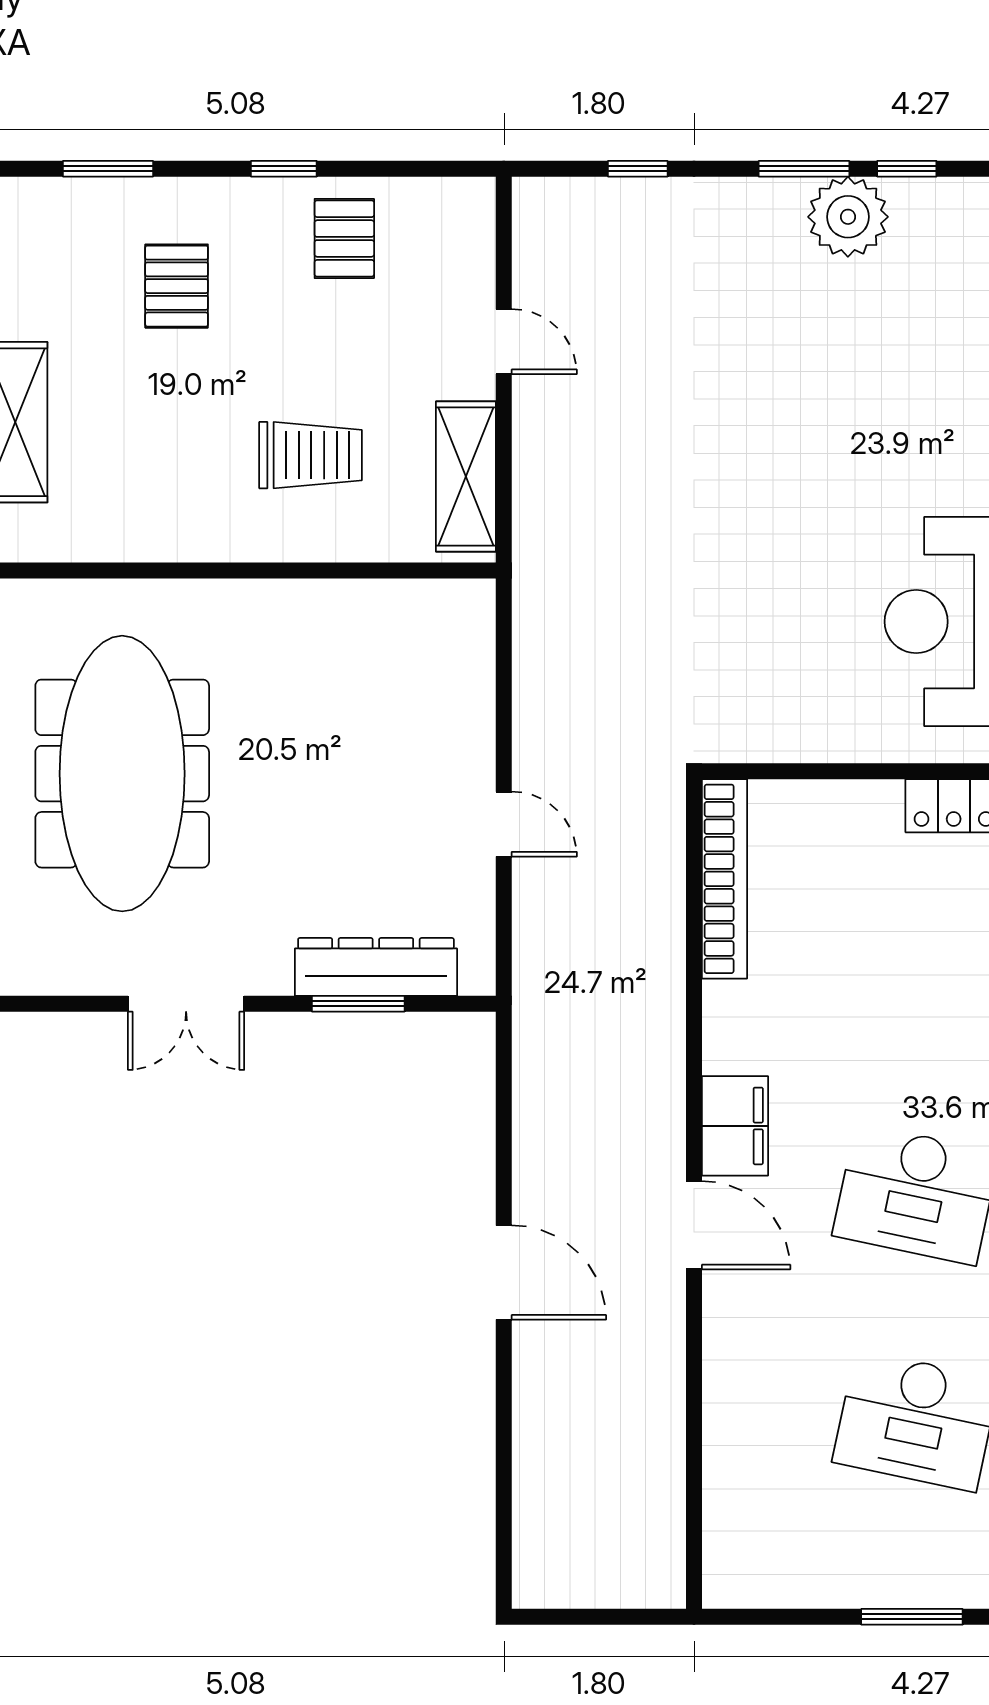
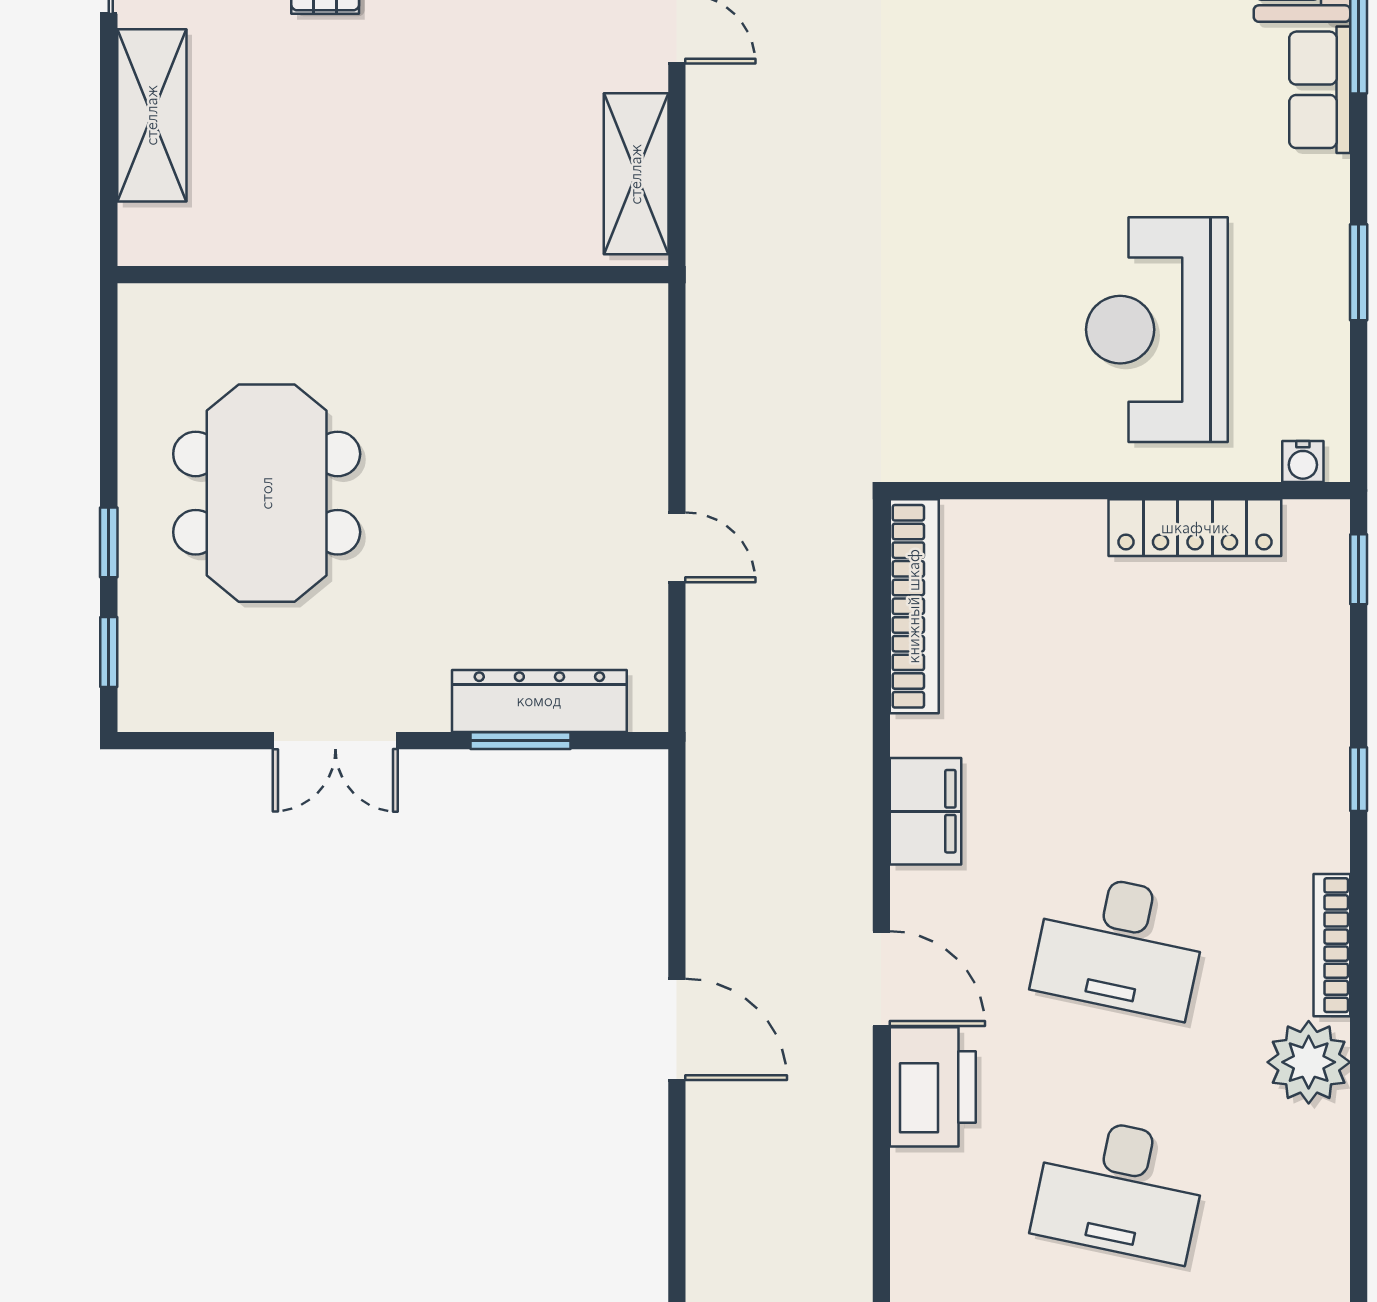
trolley: (311, 455) -> (469, 151), removed
meeting table: (122, 774) -> (267, 493), width x0.73
filing cabinet: (735, 1126) -> (925, 811), moved
printer: (742, 1326) -> (933, 1087), added

